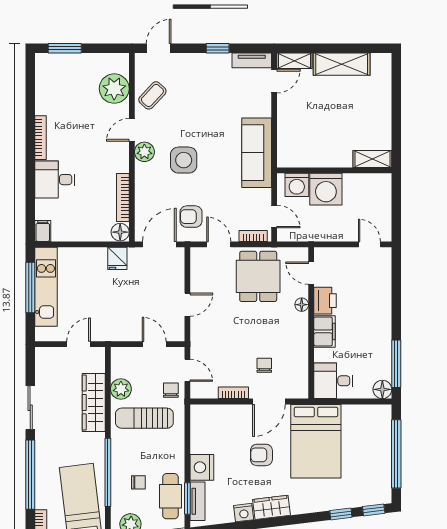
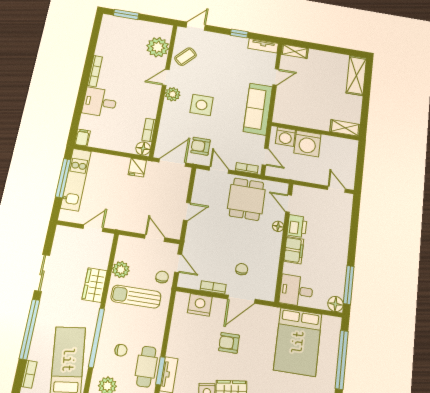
shelving: (342, 64) -> (356, 75), moved, turned 90
door: (274, 81) -> (276, 77), moved
bookcase: (123, 198) -> (149, 130), width x0.64
wardrobe: (94, 402) -> (95, 285), width x0.67
bed: (316, 441) -> (298, 342), moved
nightstand: (202, 467) -> (200, 305), moved, turned 90

